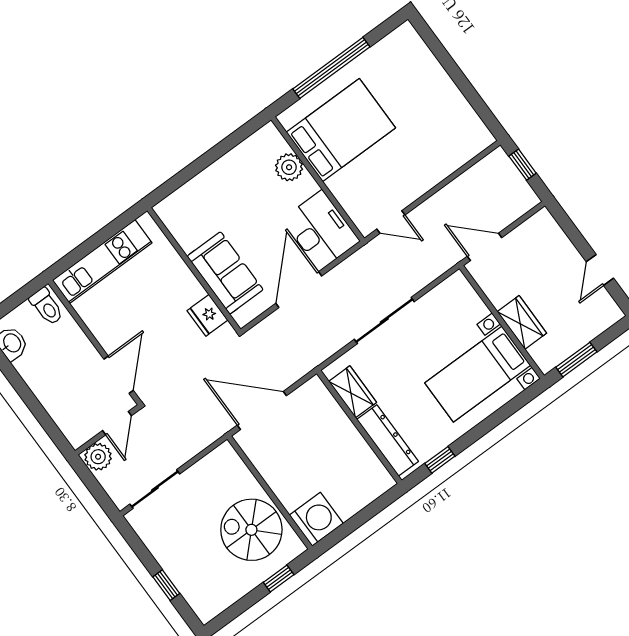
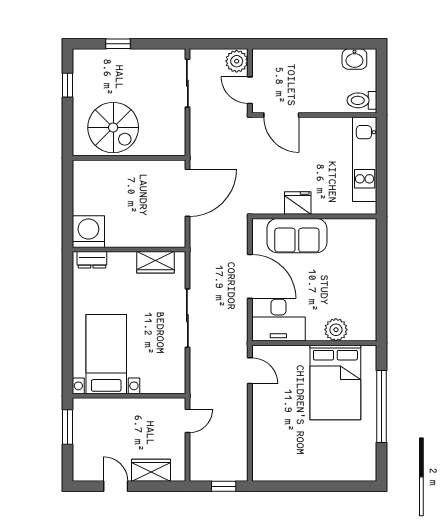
door: (391, 222) -> (250, 371), swing flipped
door: (485, 247) -> (187, 421), width x0.73
fridge: (207, 315) -> (298, 203), moved
wardrobe: (522, 322) -> (151, 470), moved, turned 180
dresser: (388, 440) -> (92, 260), width x0.51, depth x0.80
window: (440, 460) -> (68, 287), removed
washing machine: (316, 519) -> (88, 232), moved, turned 180
spiral stairs: (251, 530) -> (113, 128), turned 90
window: (279, 578) -> (68, 85), moved

